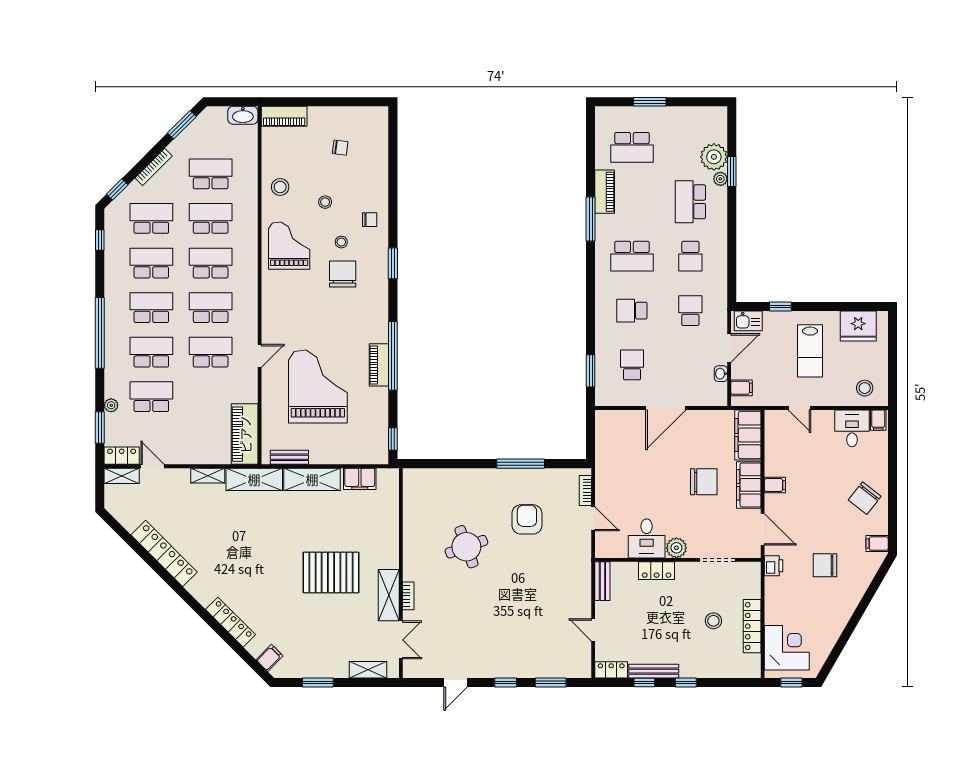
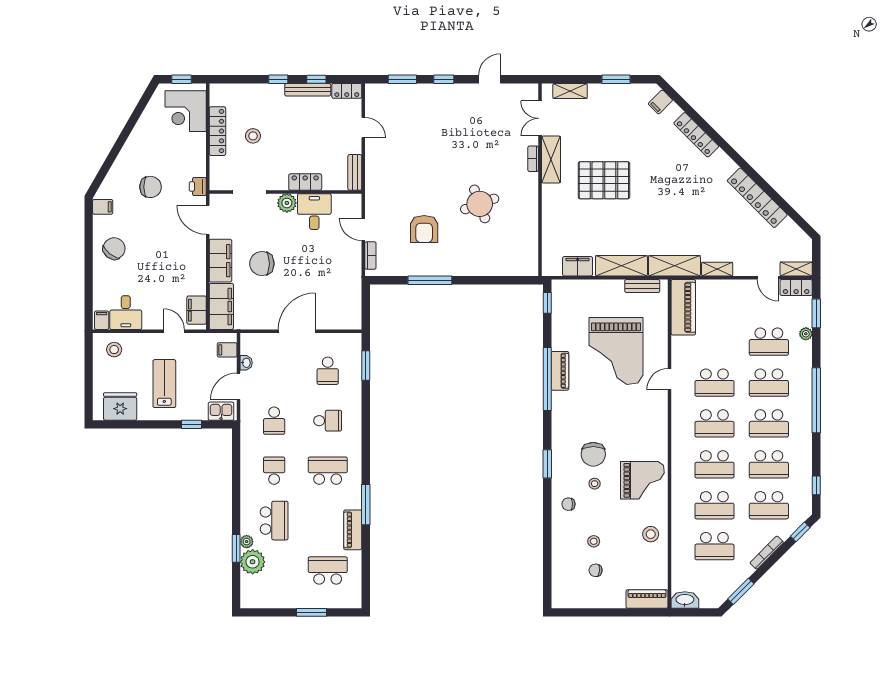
stool: (325, 202) -> (594, 541), moved
grand piano: (289, 246) -> (642, 480), turned -90
filing cabinet: (775, 485) -> (197, 310), moved, width x2.00

